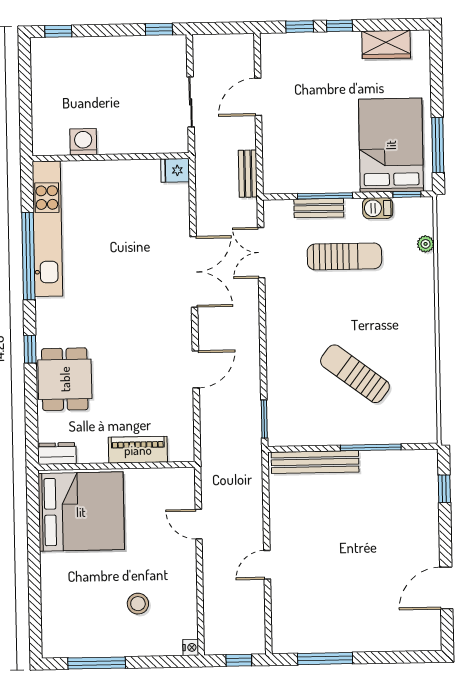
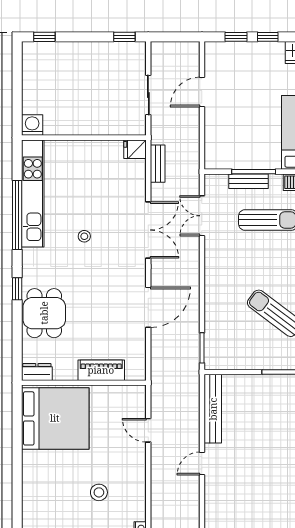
washing machine: (83, 142) -> (32, 125), moved
bench: (248, 174) -> (158, 164), moved
stool: (113, 281) -> (84, 236), added
door: (196, 369) -> (148, 307), width x1.36
bench: (315, 462) -> (213, 409), moved, turned 90

